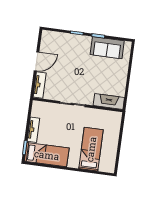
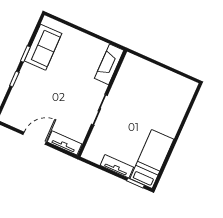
door: (36, 61) -> (35, 138), hinge flipped
bed: (91, 149) -> (161, 103), removed

